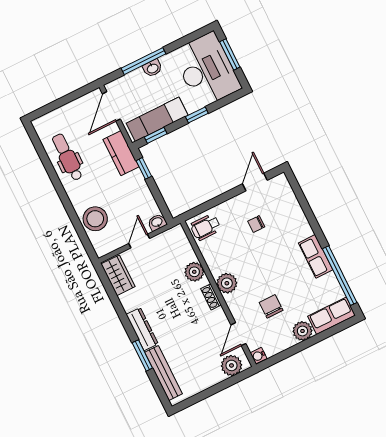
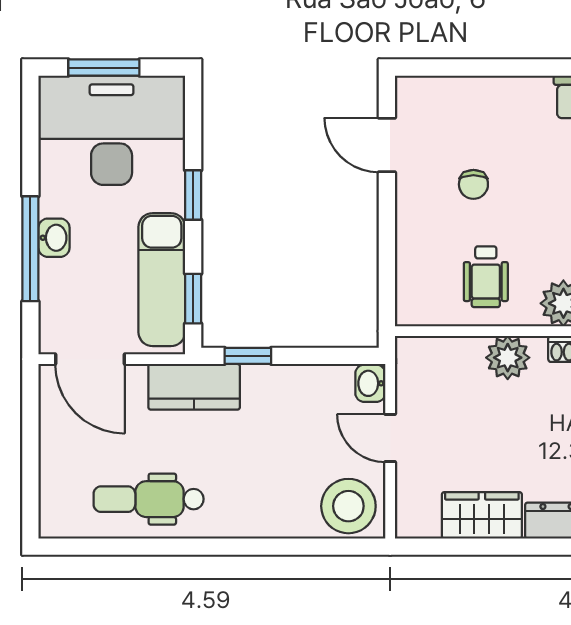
stool: (95, 219) -> (348, 506), moved
wheelchair: (206, 227) -> (486, 277), moved
wardrobe: (118, 275) -> (482, 515), moved

